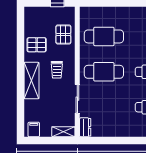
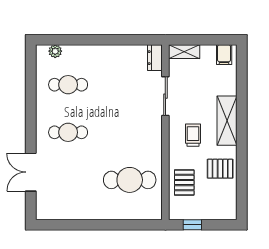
cafe table: (104, 72) -> (130, 132), removed

